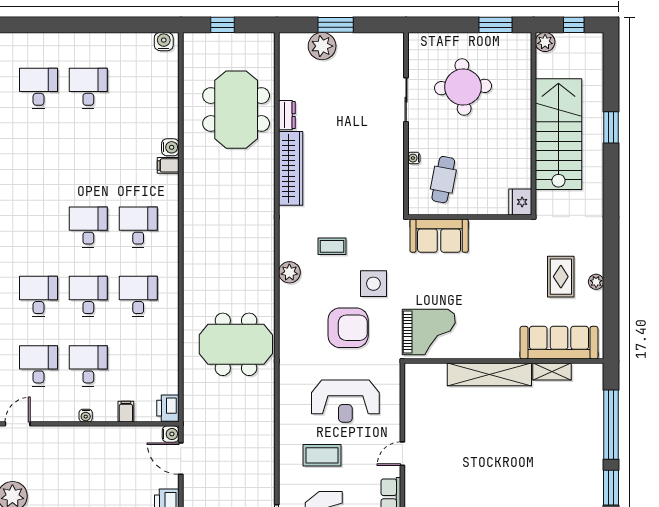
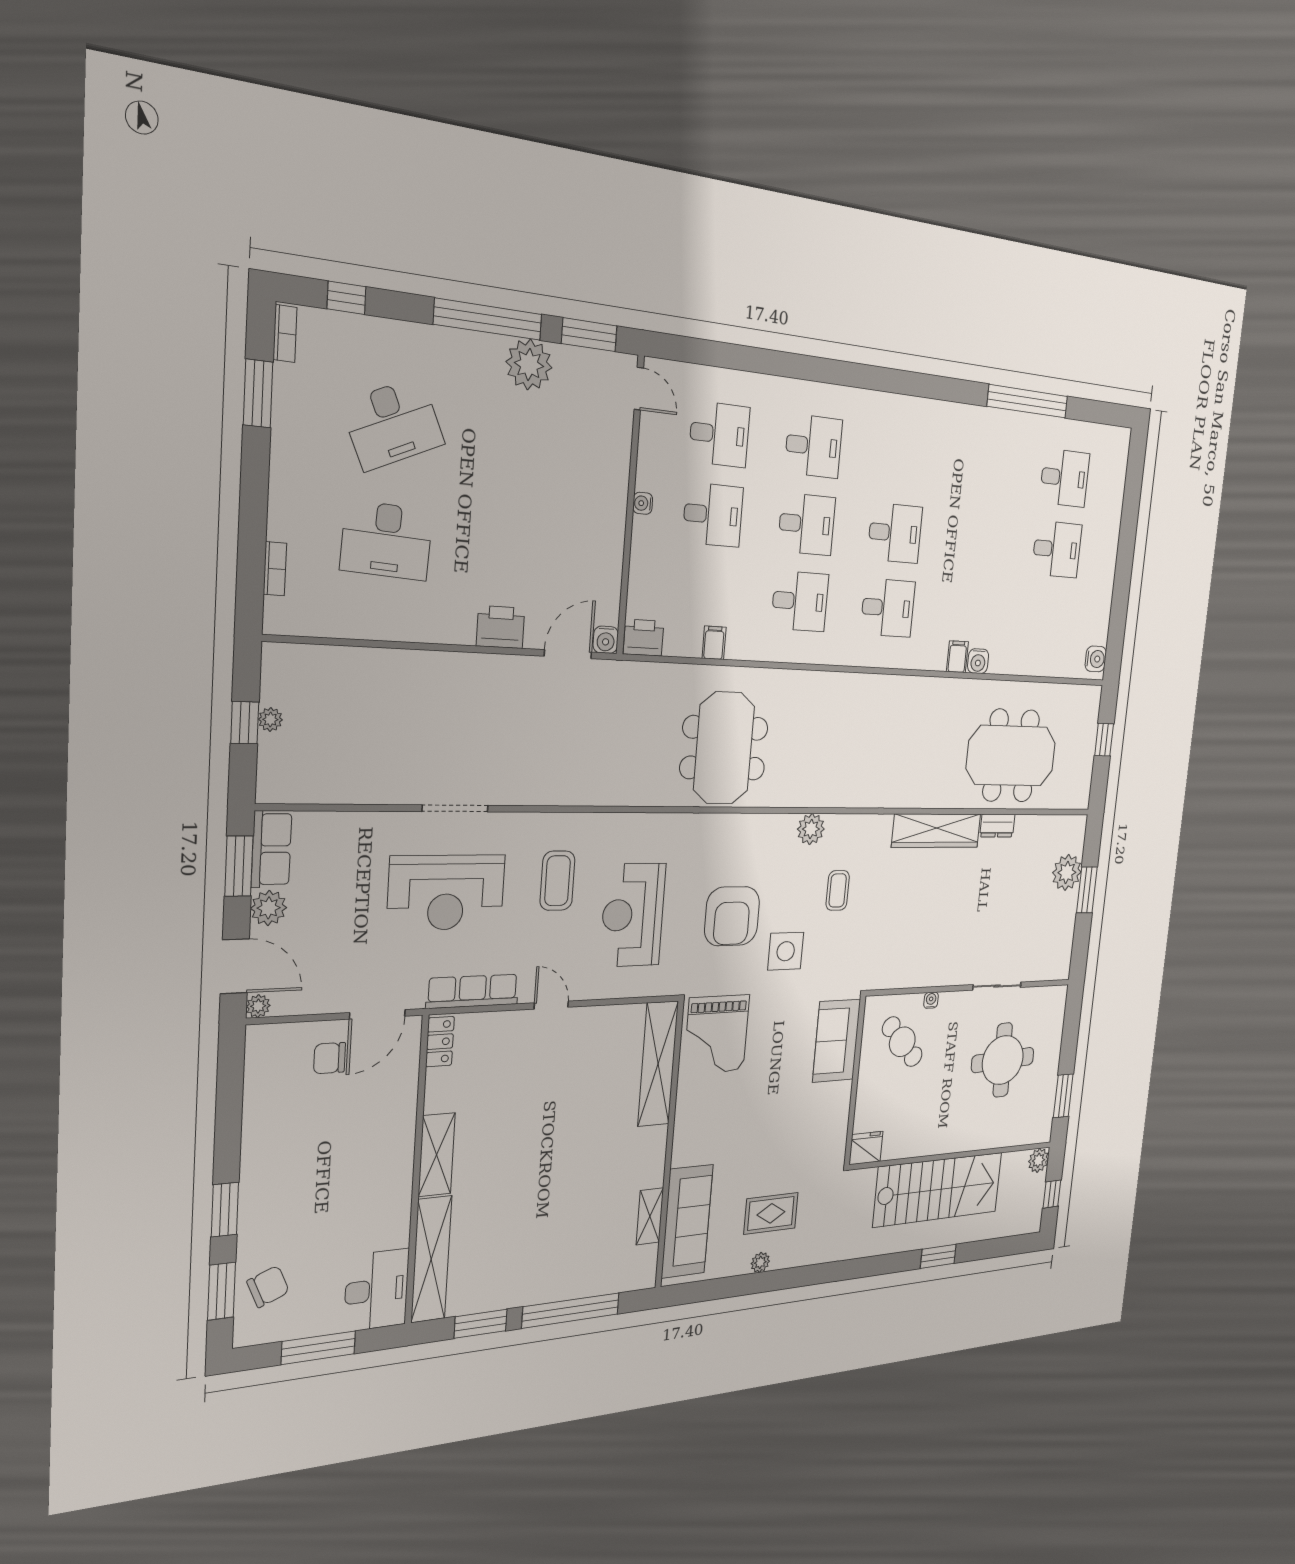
cafe table: (443, 180) -> (902, 1042), turned 36
shelving: (489, 374) -> (658, 1064), moved
filing cabinet: (126, 412) -> (714, 643), moved, turned -90

